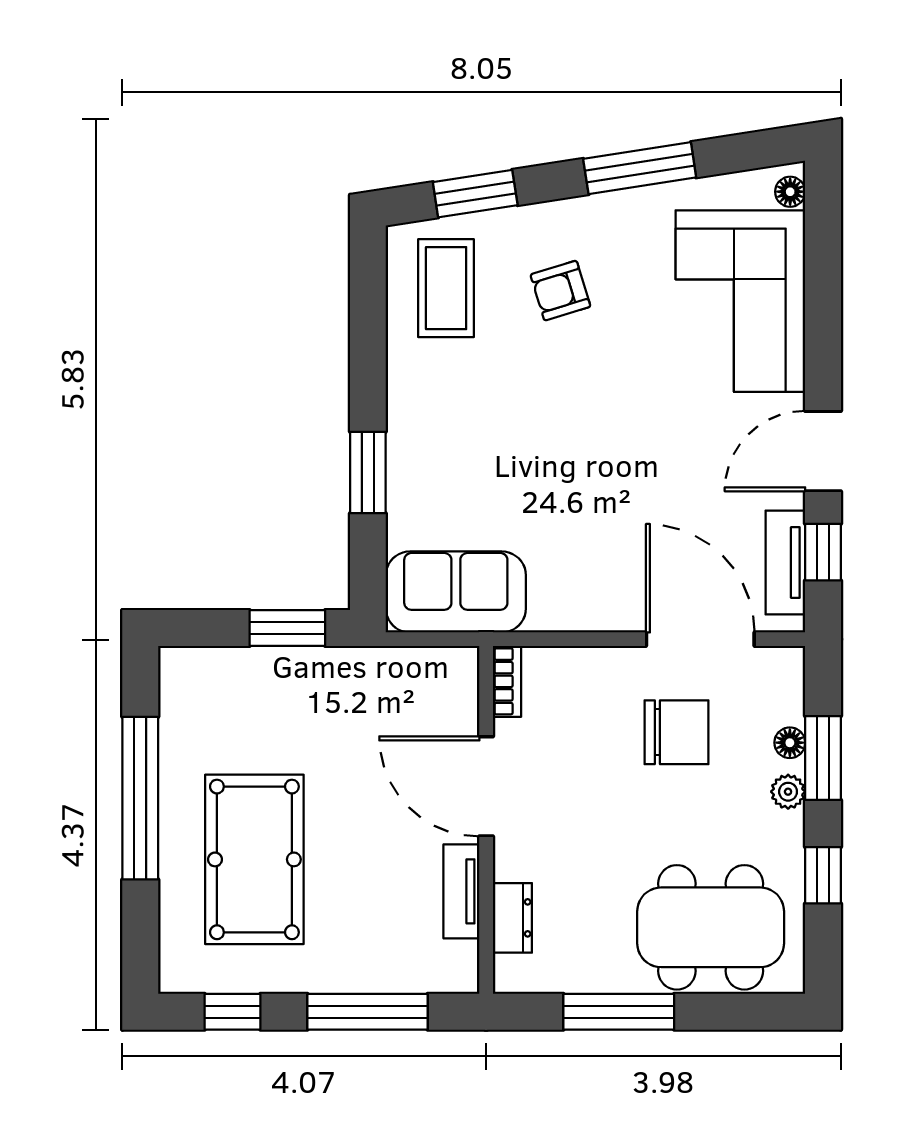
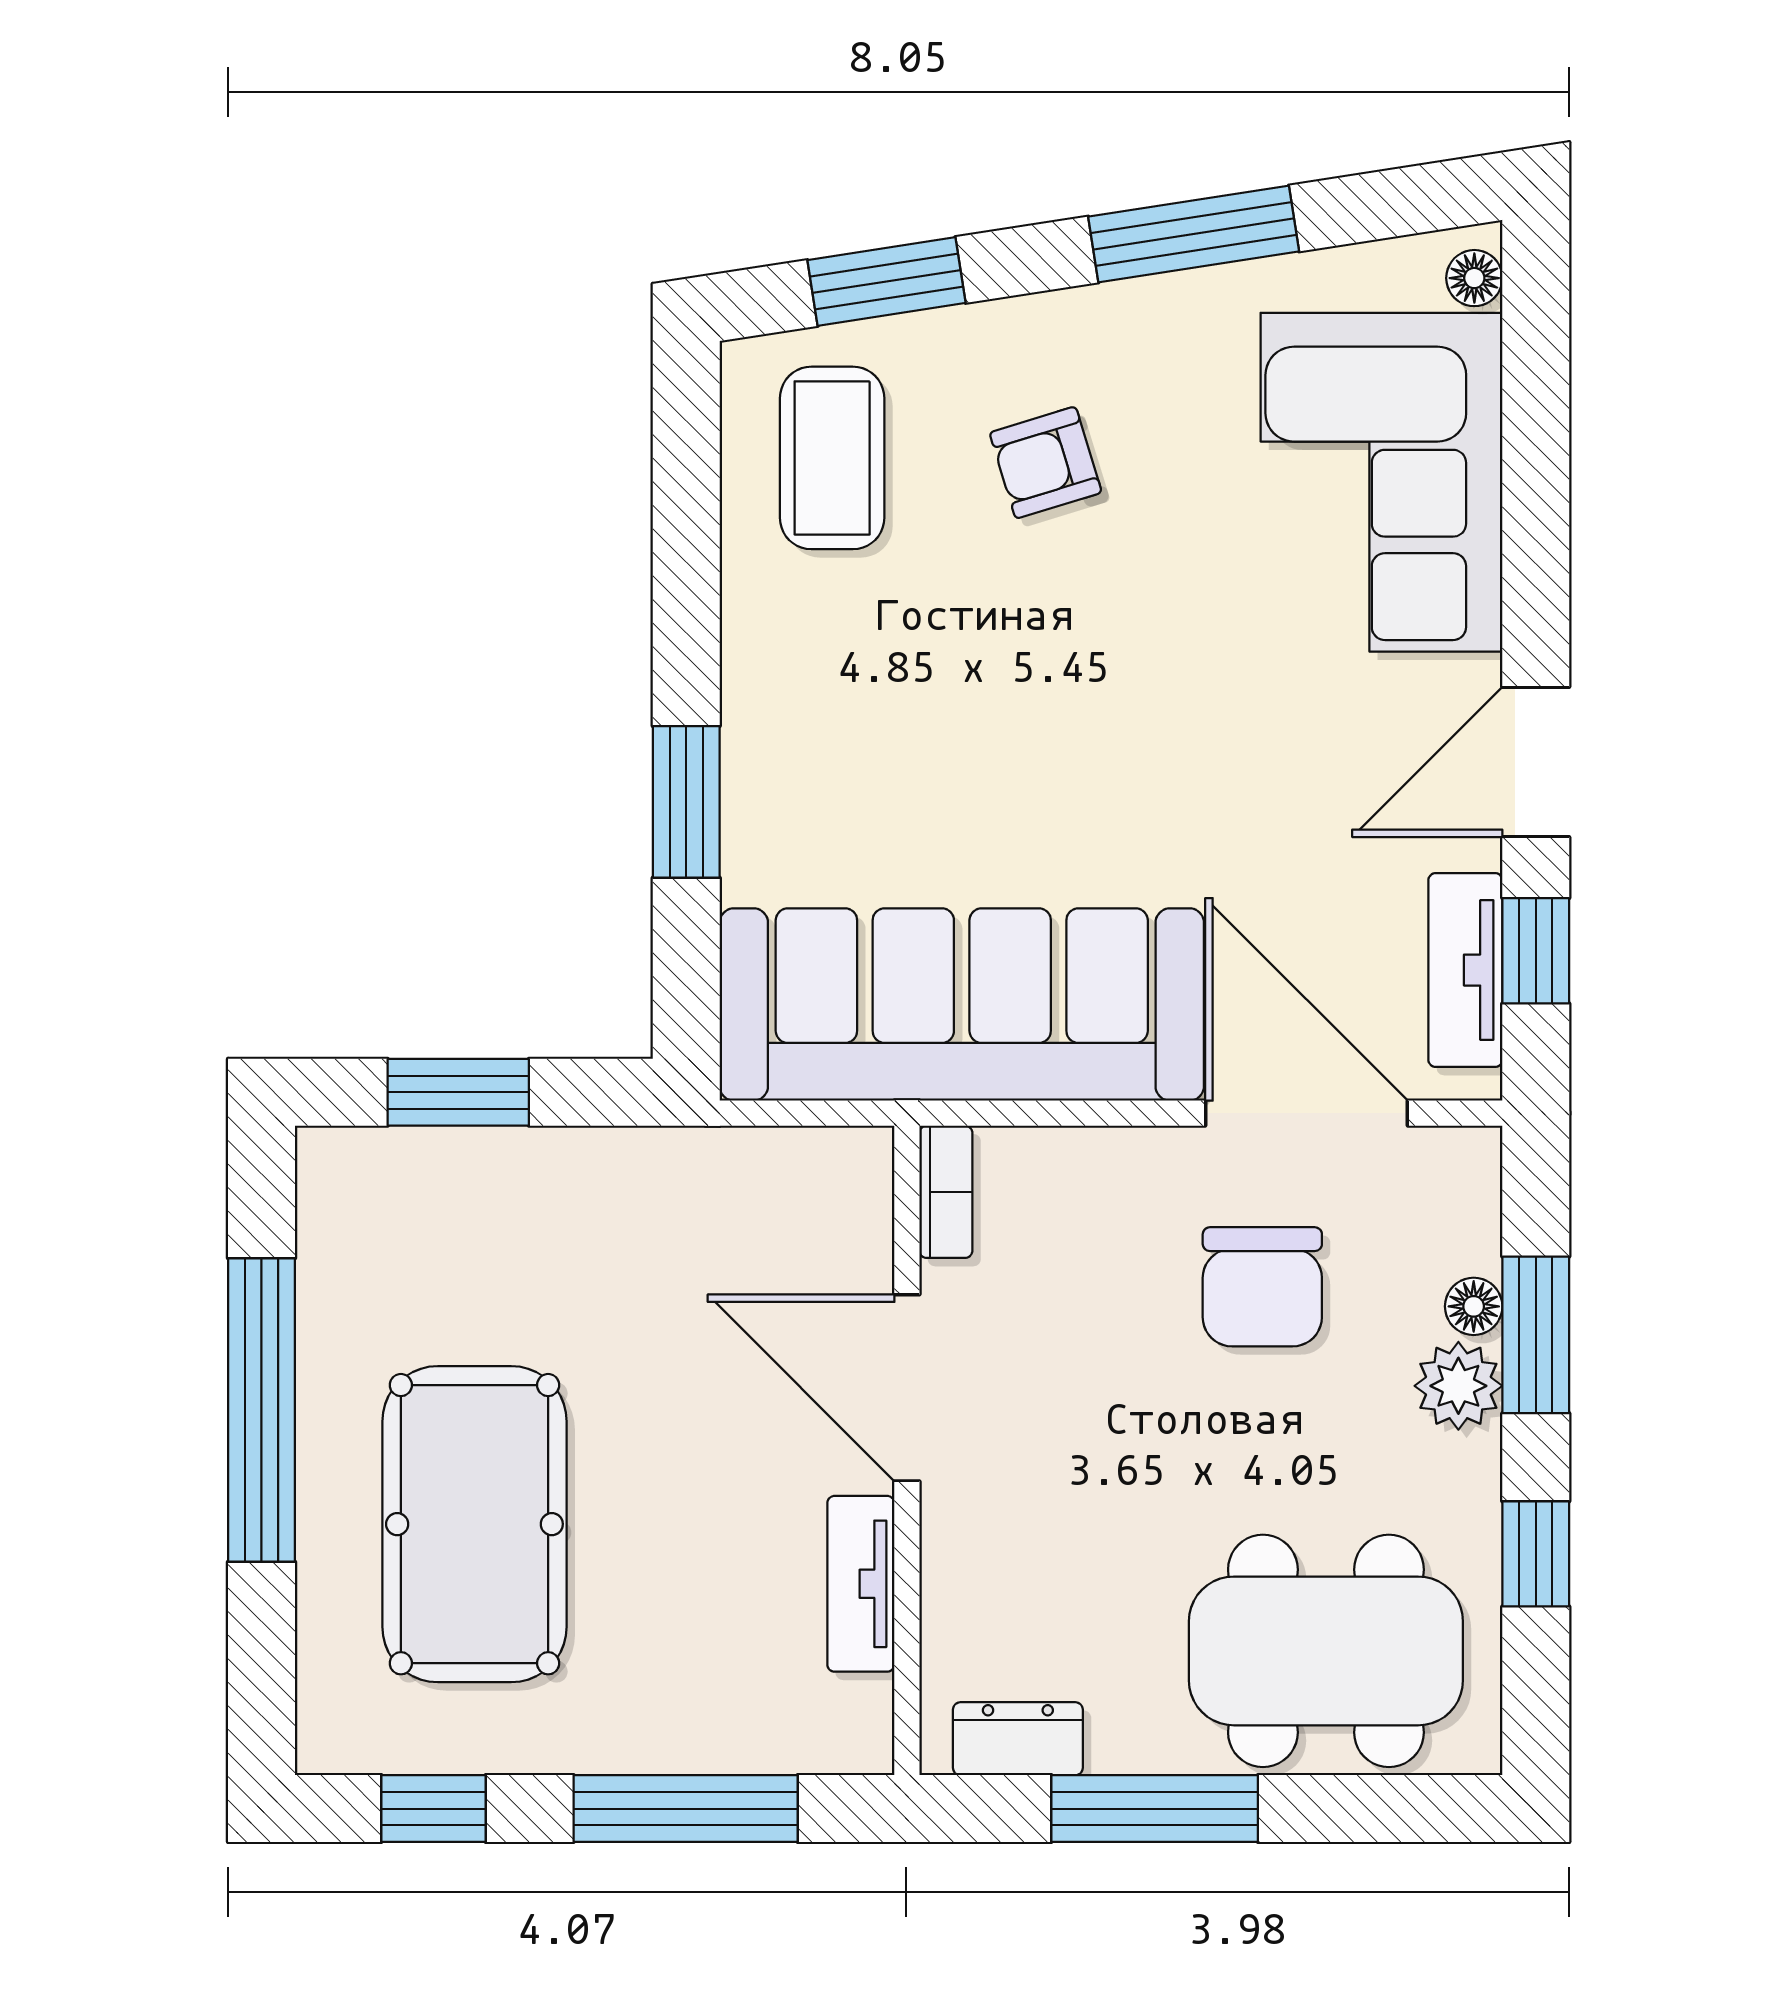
sofa: (456, 592) -> (962, 1004), width x1.85, depth x1.27
window: (287, 628) -> (458, 1092), moved
chair: (677, 732) -> (1262, 1287), turned 90
plant: (788, 792) -> (1458, 1386), width x1.38, depth x1.38
dresser: (512, 918) -> (1018, 1739), moved, turned -90

